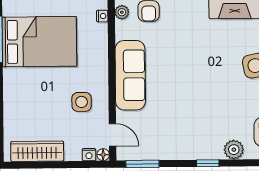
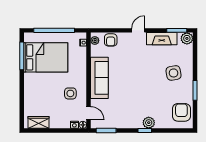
plant: (234, 150) -> (149, 123), moved
wardrobe: (37, 151) -> (39, 122), width x0.67

